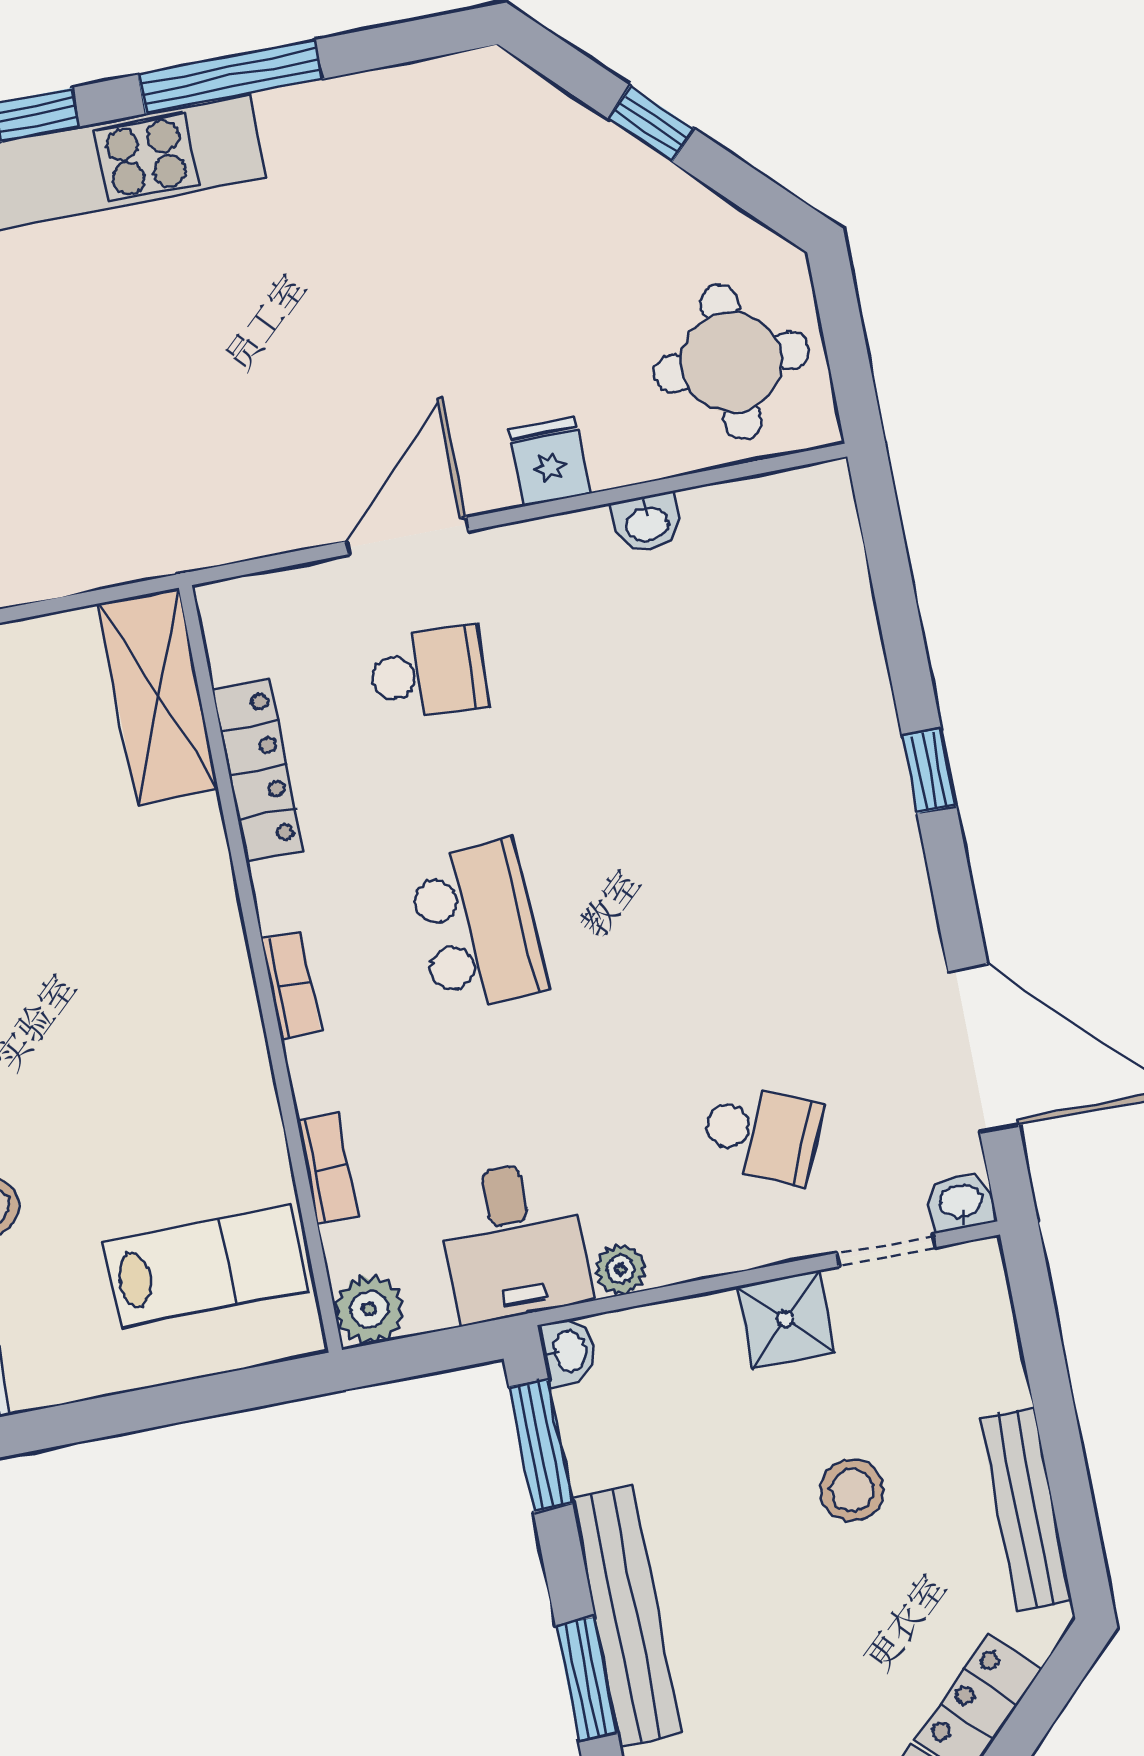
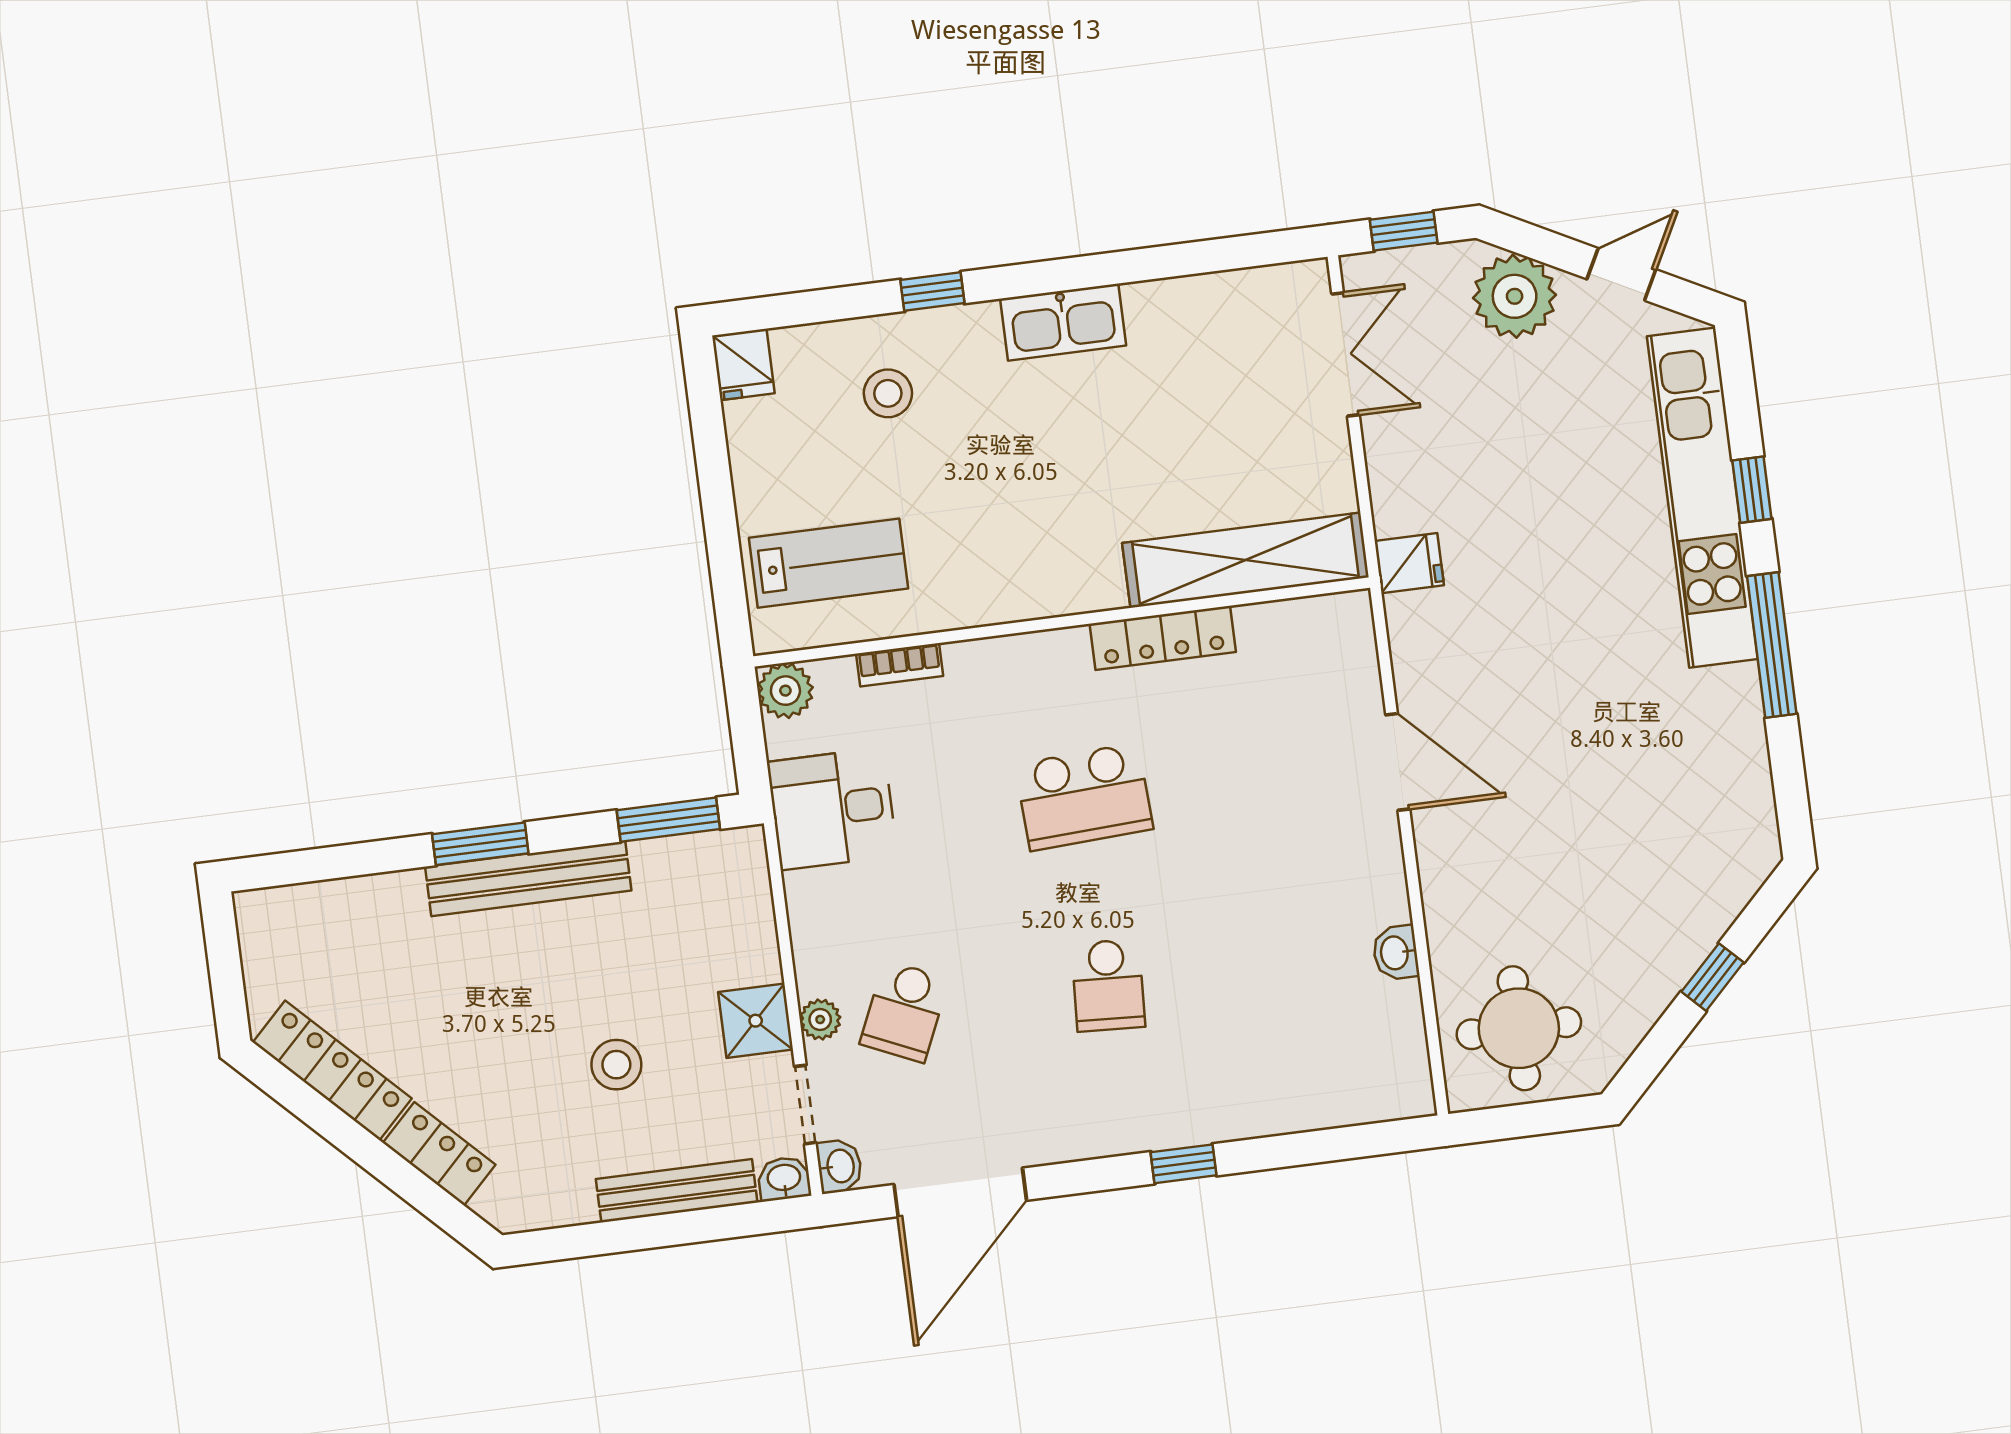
fridge: (549, 461) -> (1409, 563), moved
school desk: (428, 673) -> (1108, 985), moved
shelving: (158, 696) -> (1246, 560), width x1.47
locker: (258, 770) -> (1163, 638), moved
bookcase: (291, 985) -> (1047, 646), removed
lab bench: (206, 1266) -> (828, 563), turned -90
plant: (621, 1269) -> (820, 1019), moved
washbasin: (568, 1351) -> (784, 1179), moved, turned 180
bench: (1026, 1509) -> (677, 1191), moved

